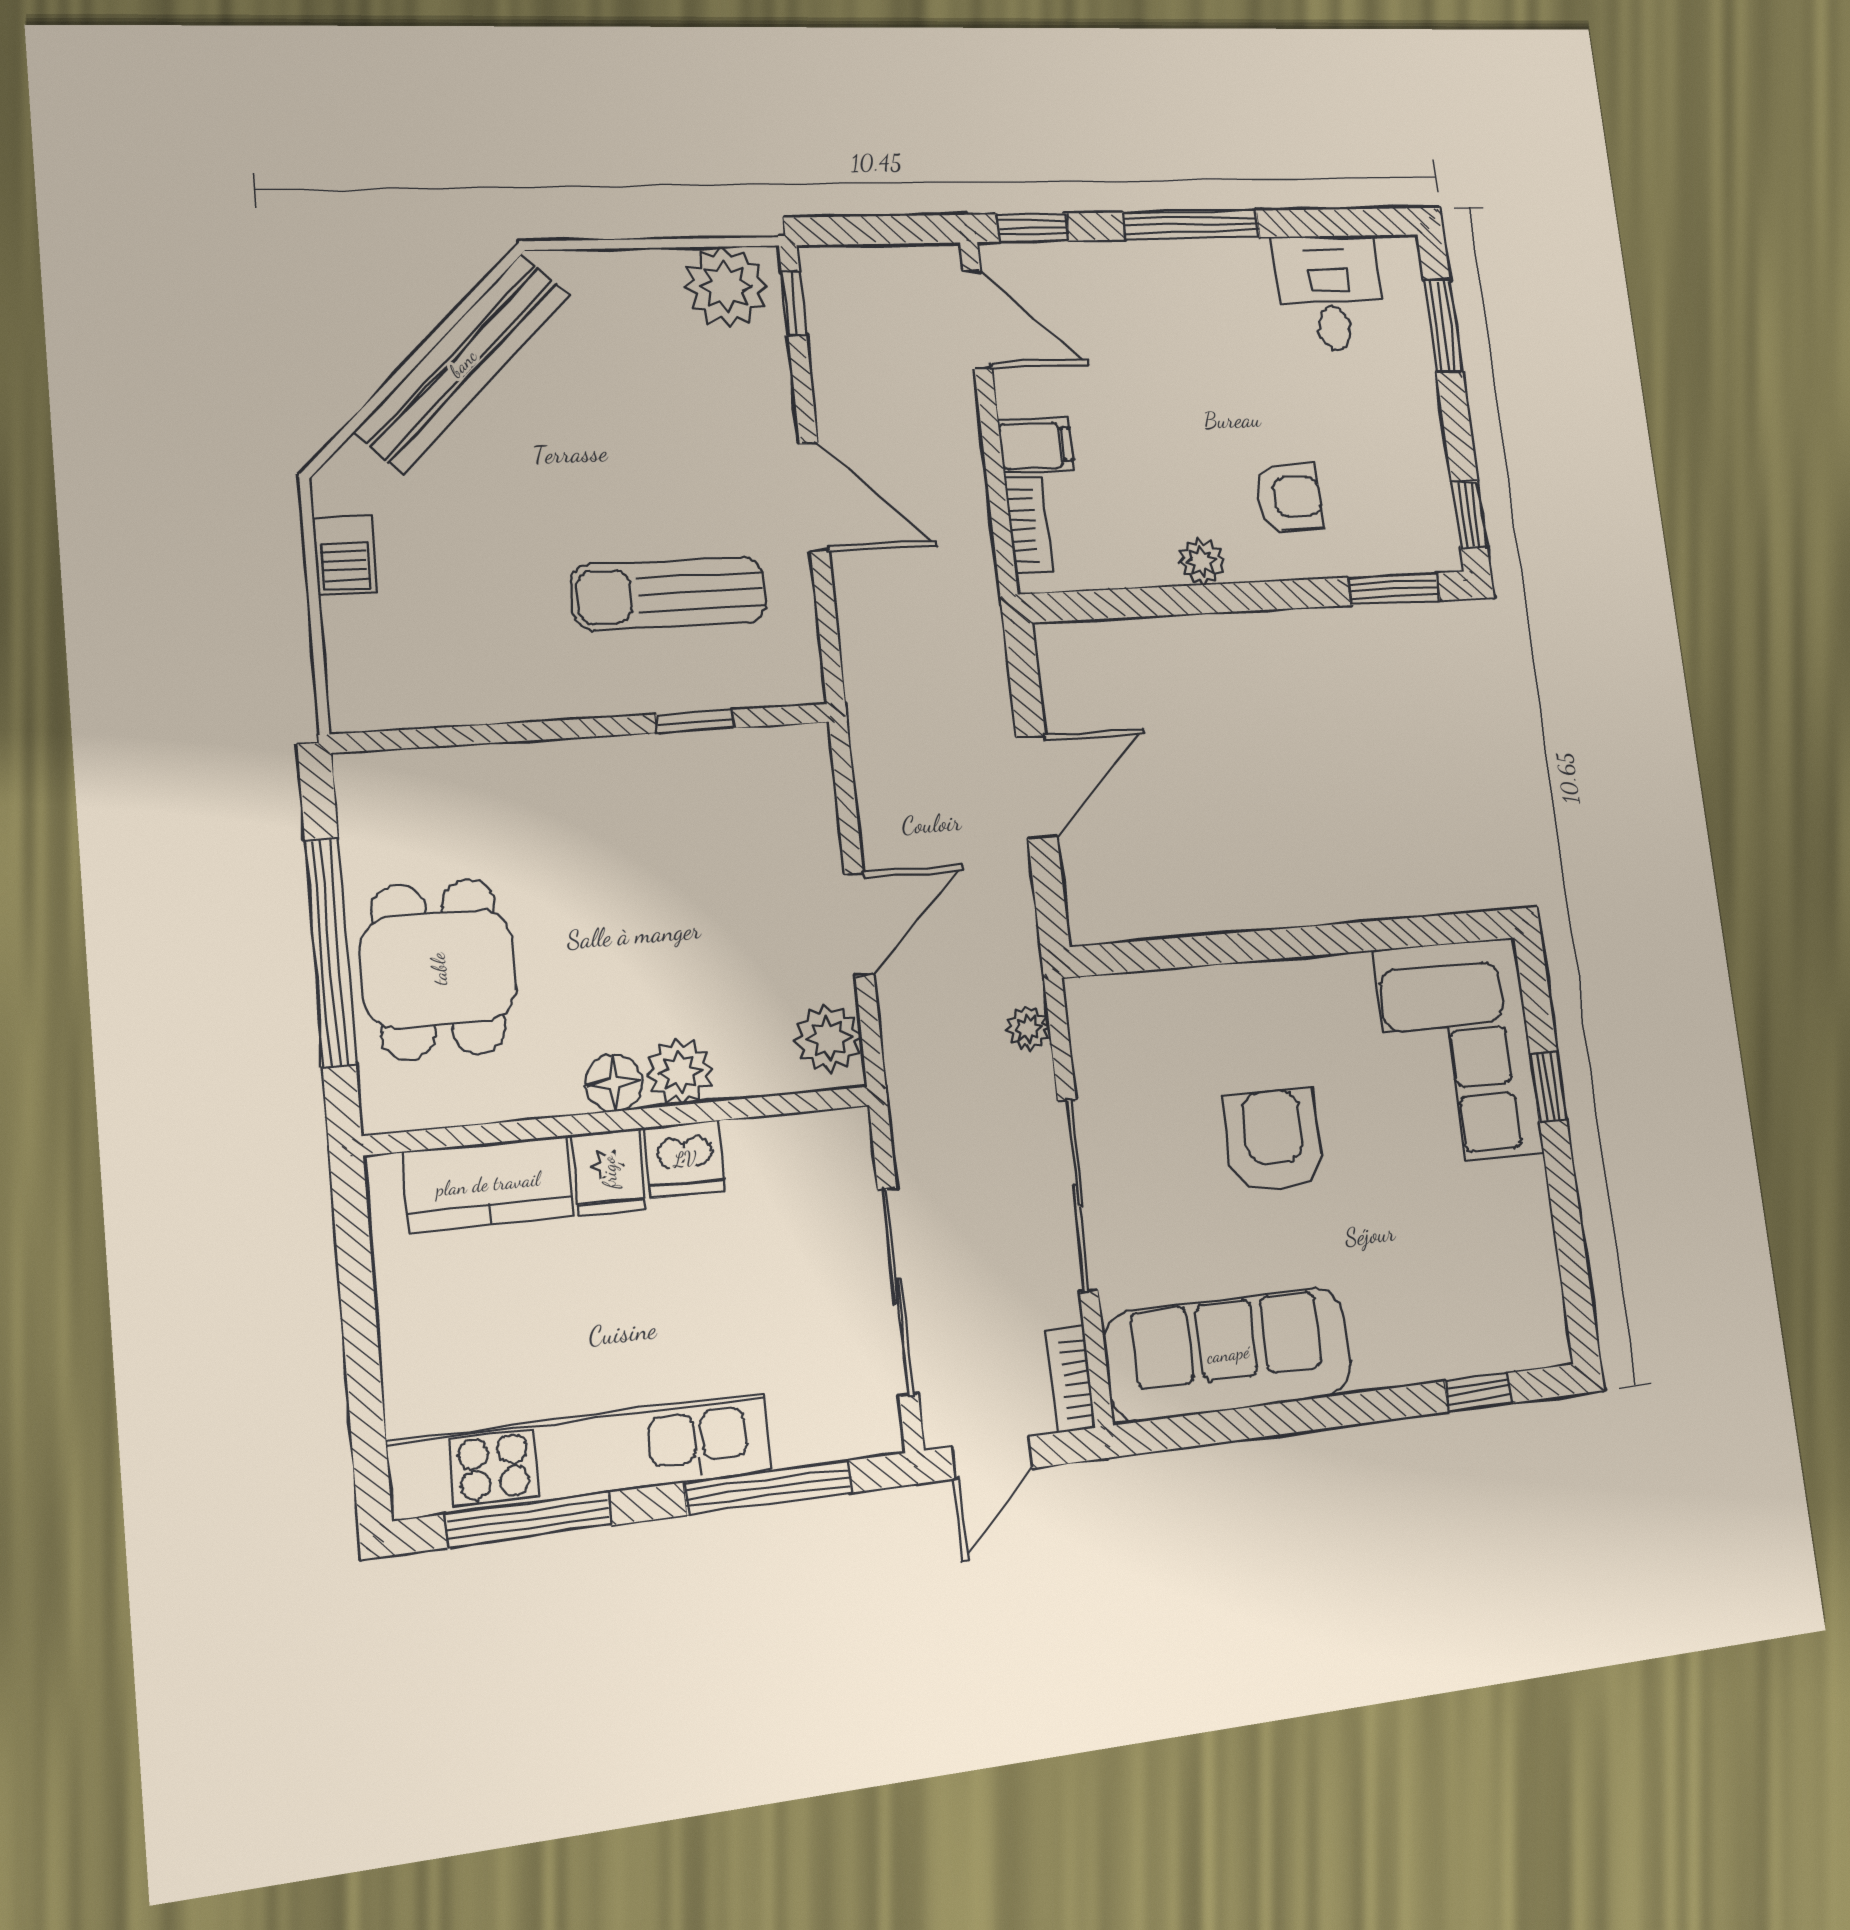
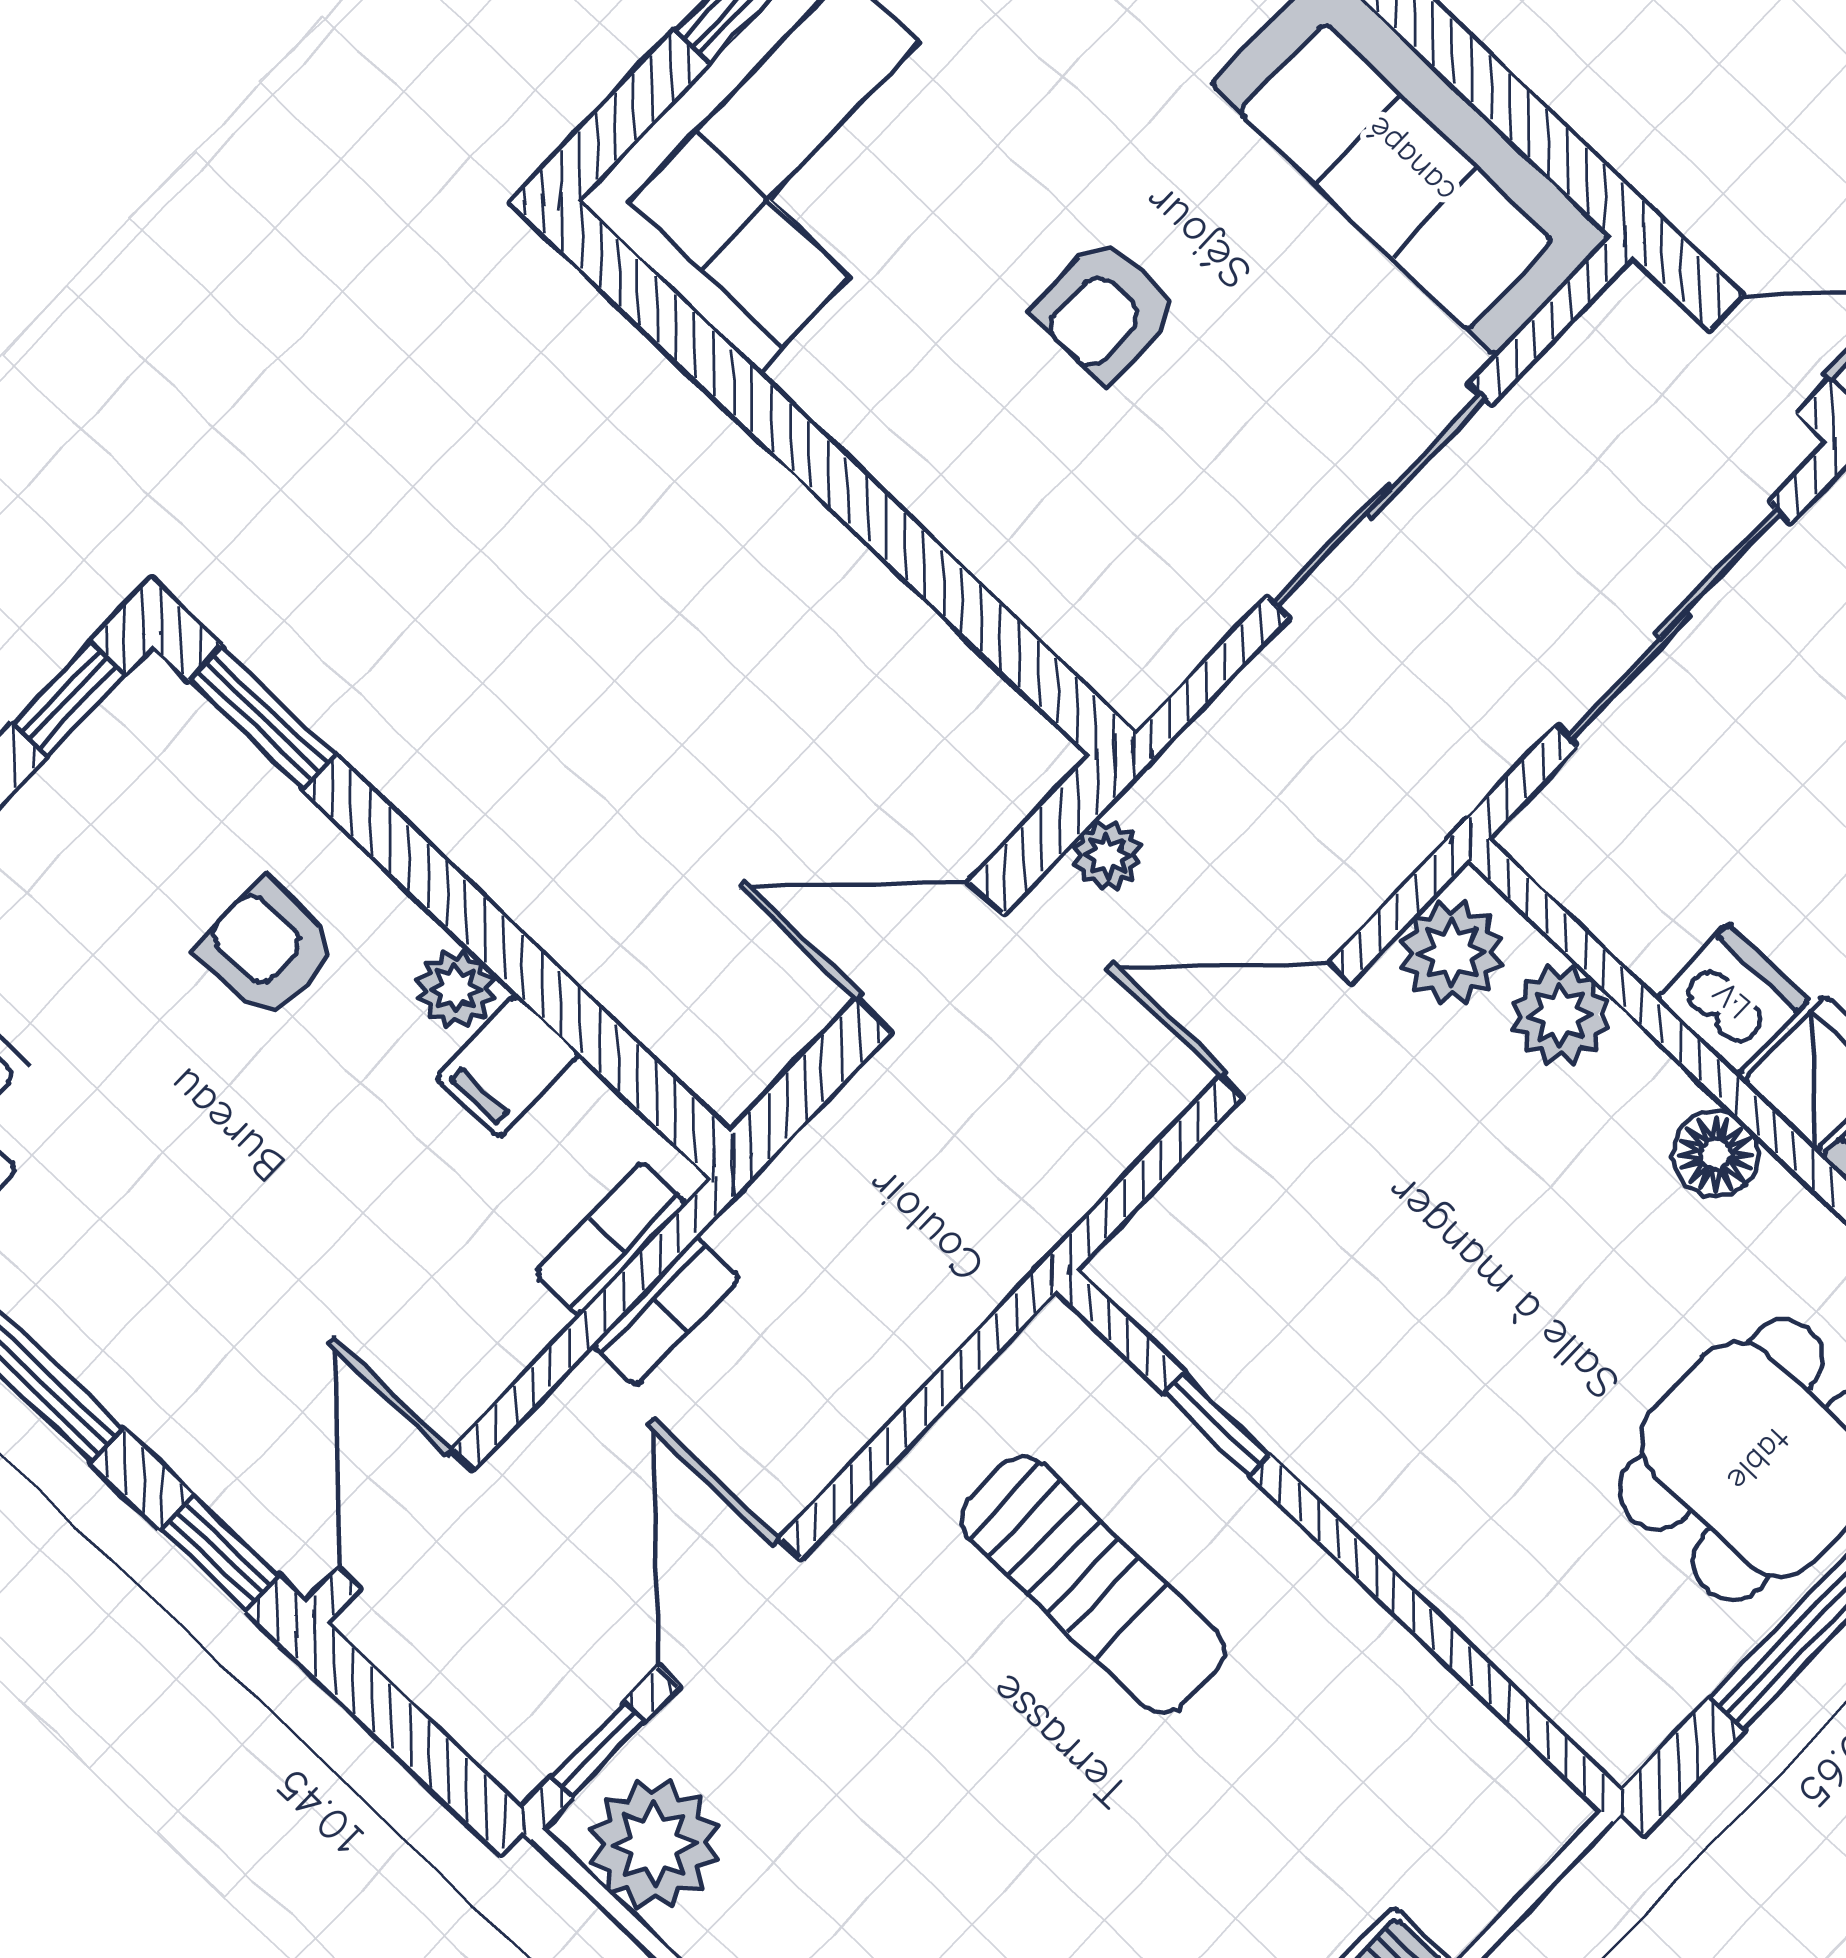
filing cabinet: (1036, 446) -> (508, 1066), moved, turned -90
door: (814, 497) -> (729, 1612), moved
plant: (1028, 1028) -> (1108, 855), moved
plant: (680, 1072) -> (1560, 1015), moved
armchair: (1274, 1140) -> (1105, 310), width x0.72, depth x0.72
bookcase: (1071, 1380) -> (666, 1311), moved

